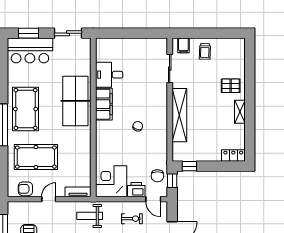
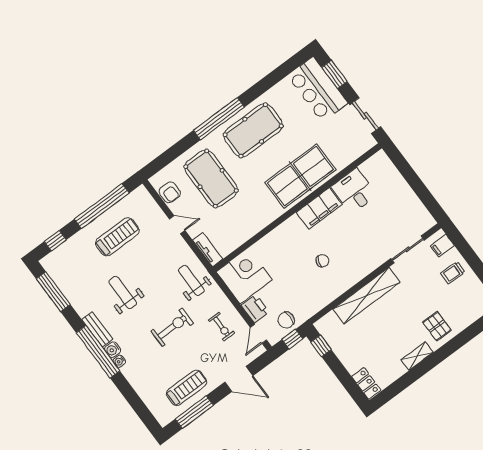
armchair: (25, 189) -> (170, 192), turned 180

